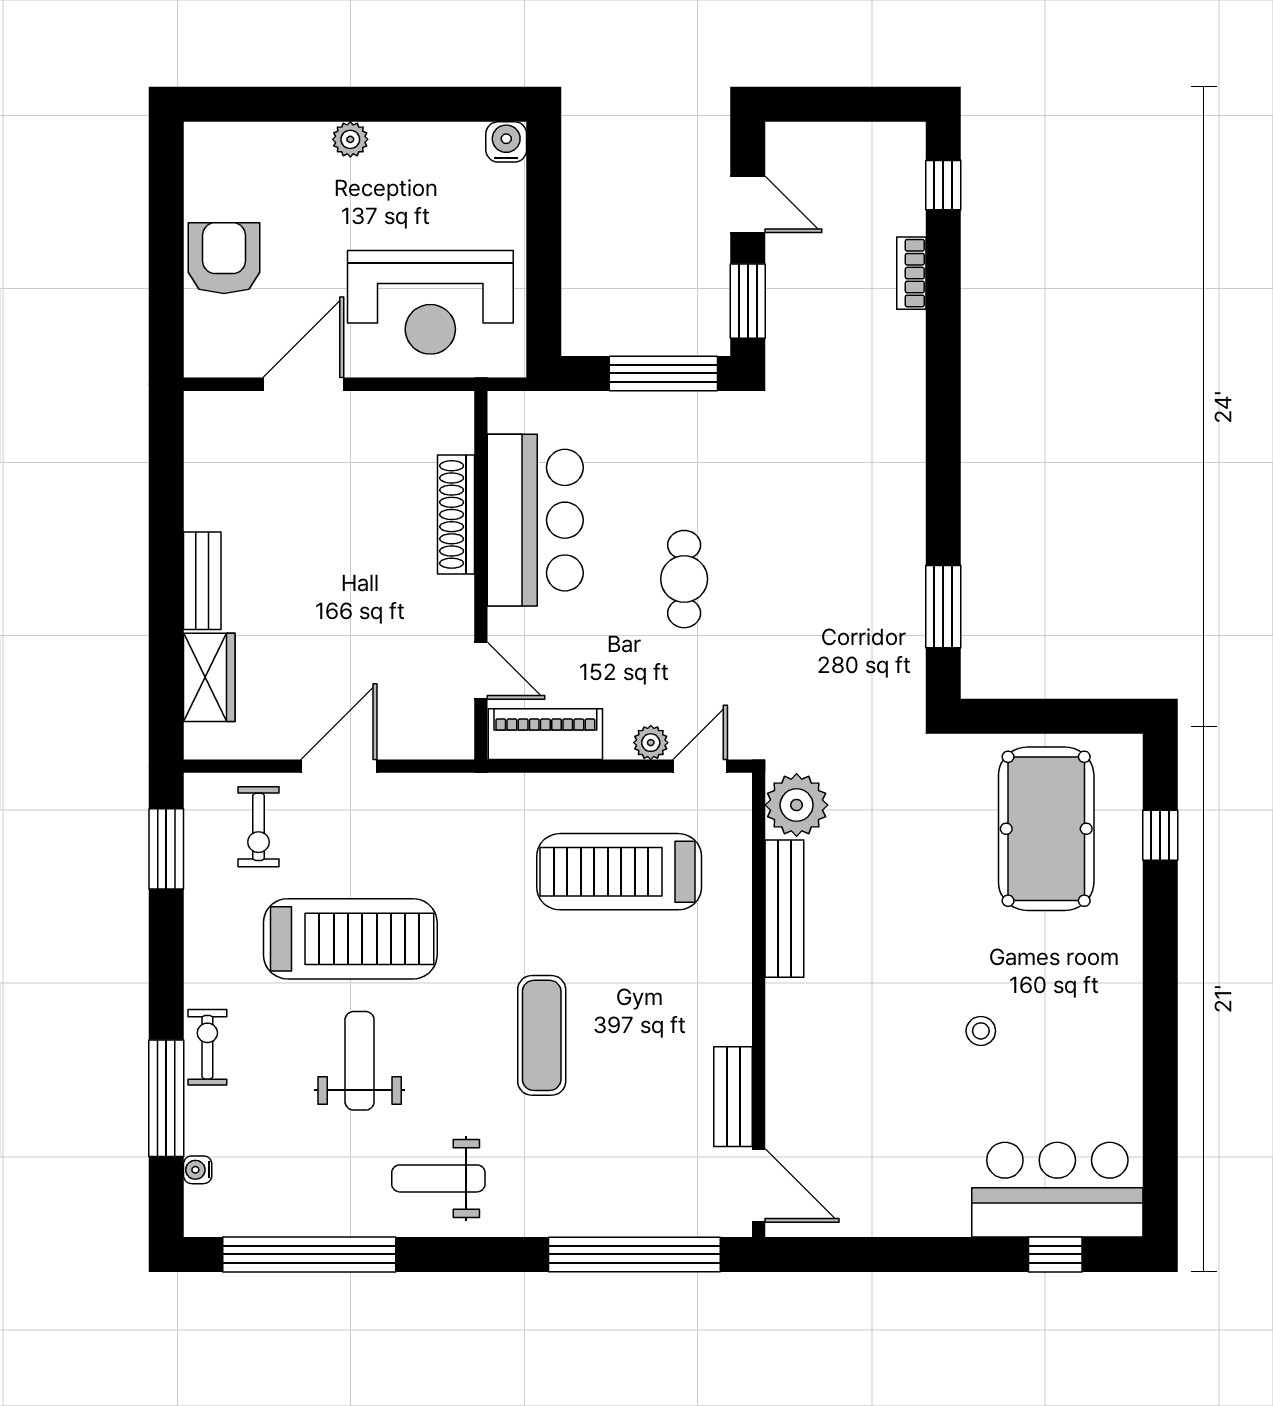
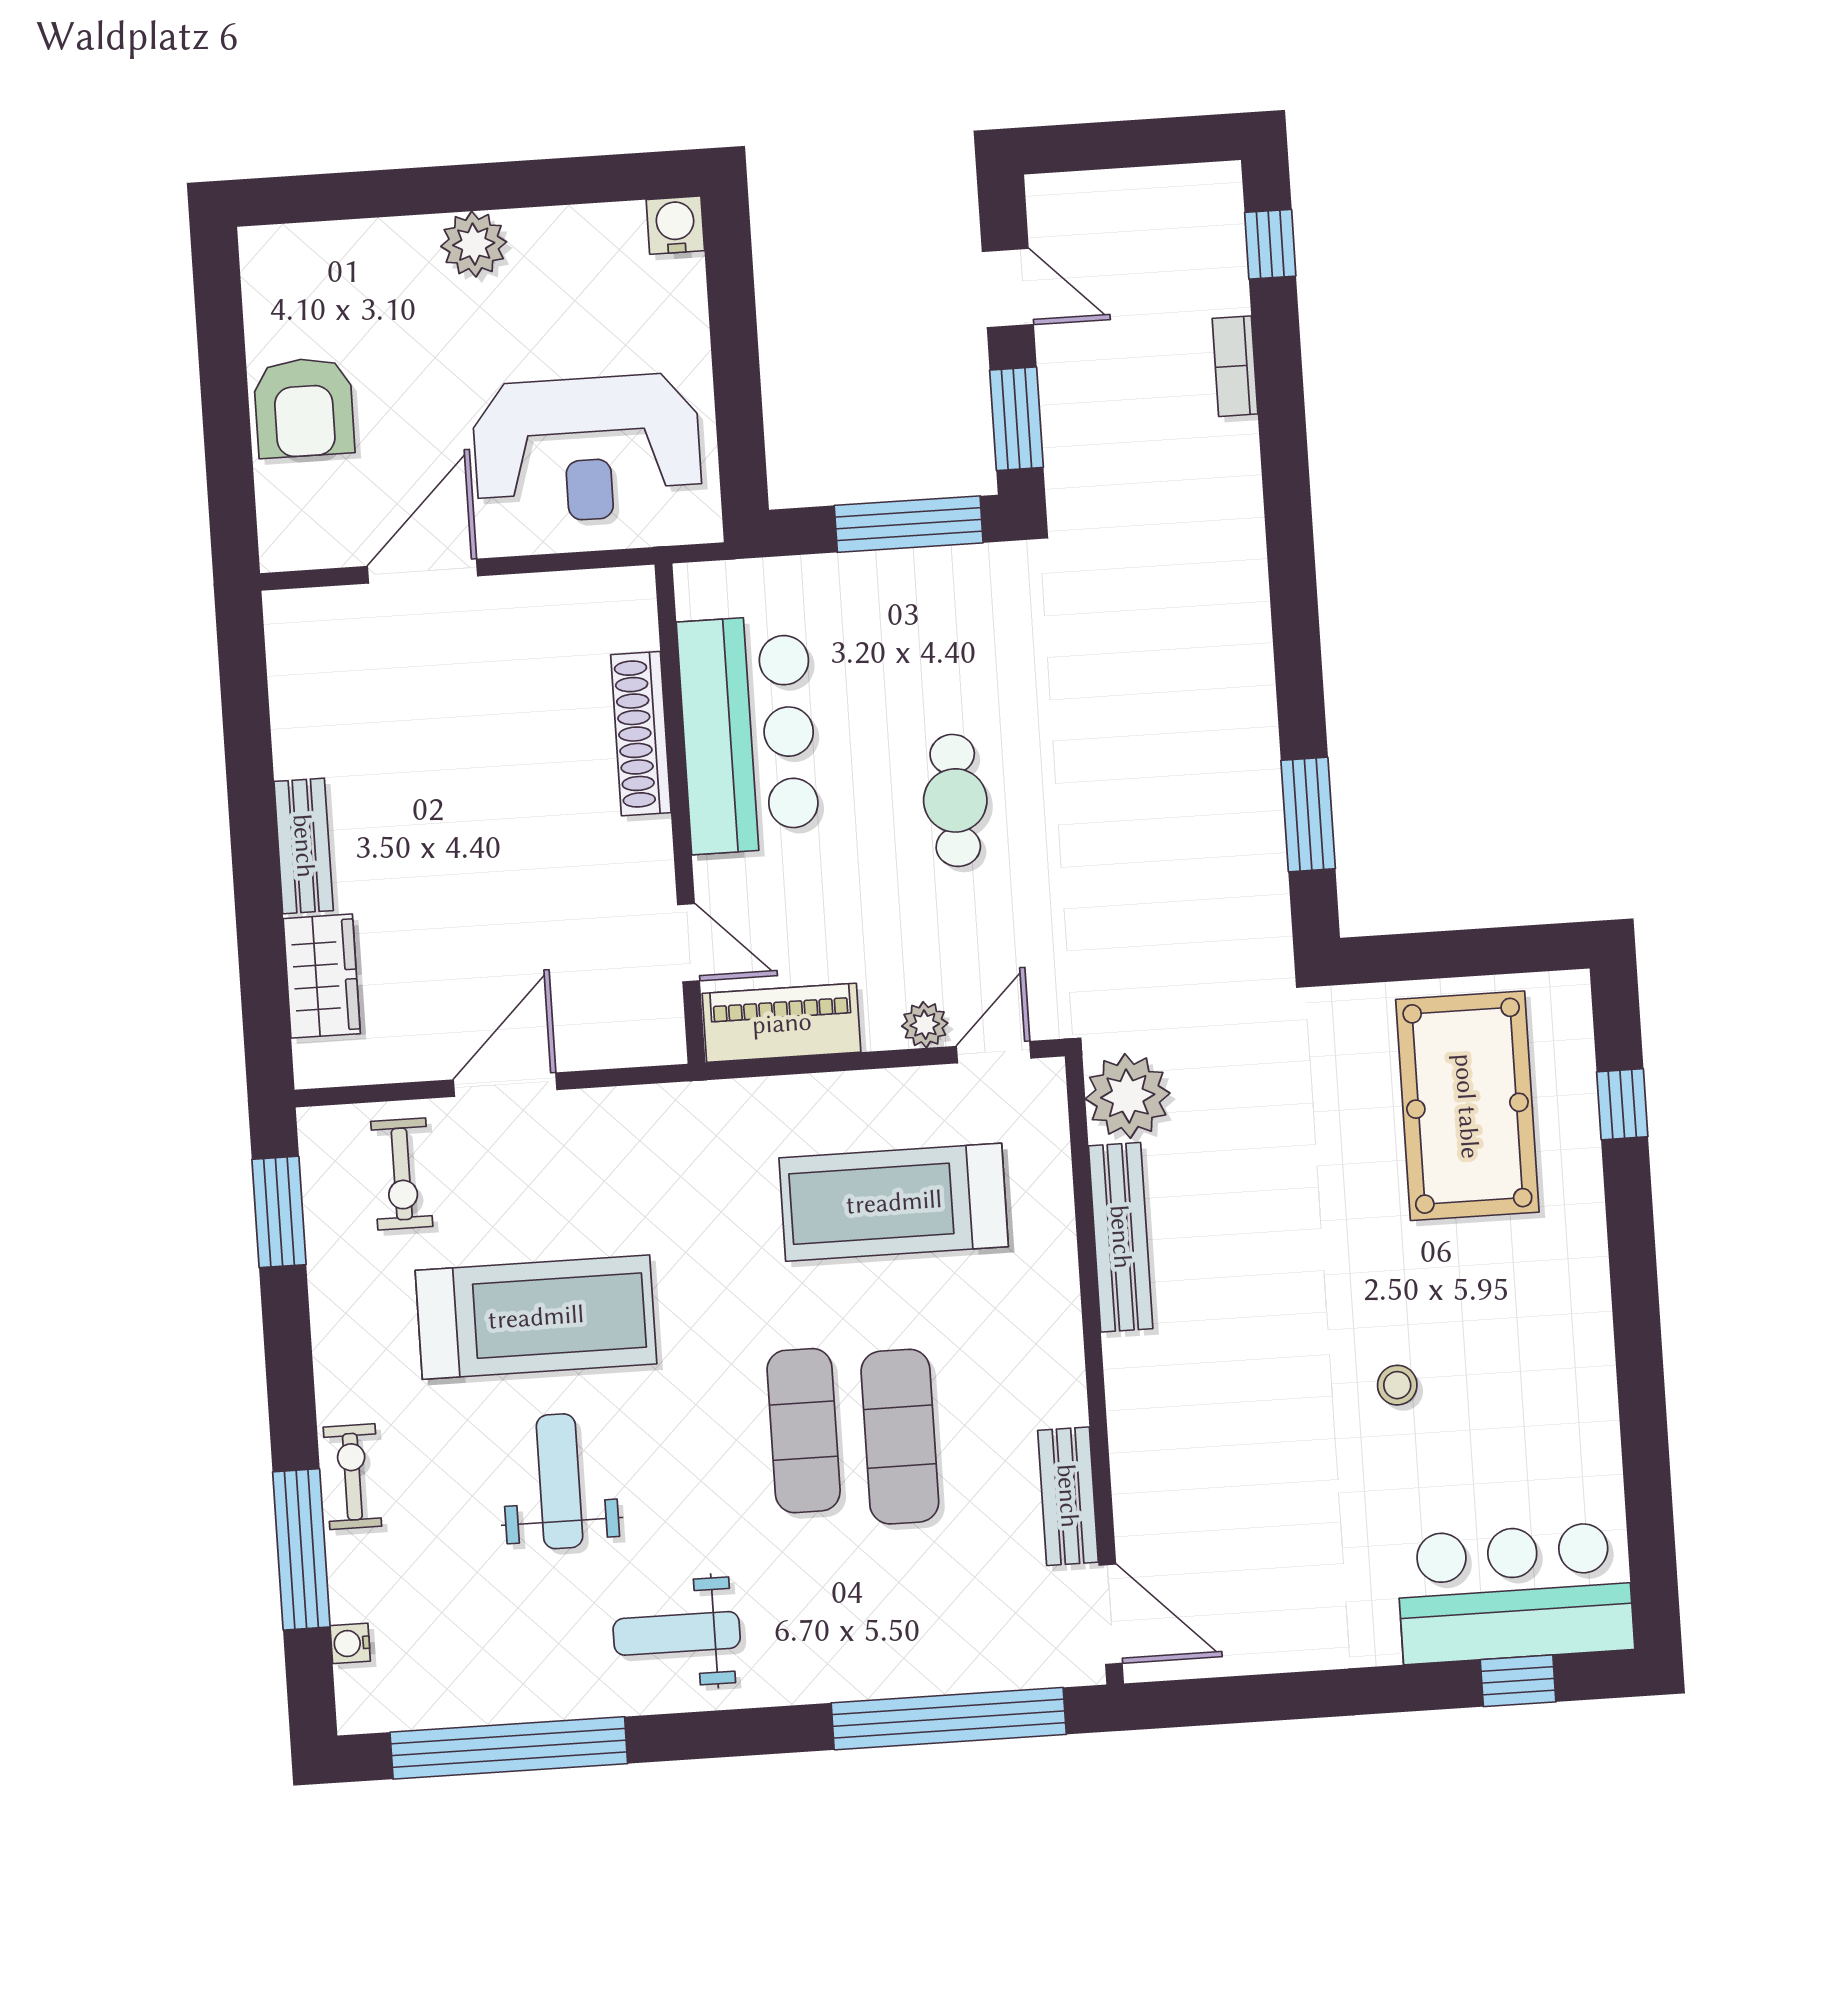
plant: (350, 139) -> (474, 244), width x1.38, depth x1.38
armchair: (224, 258) -> (304, 408), turned 180
exercise mat: (612, 1045) -> (900, 1437), added

